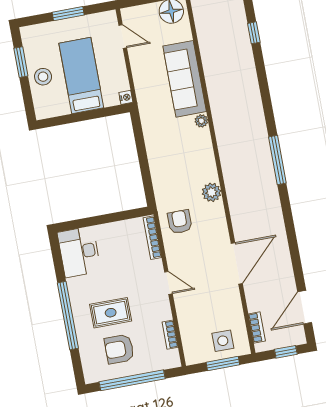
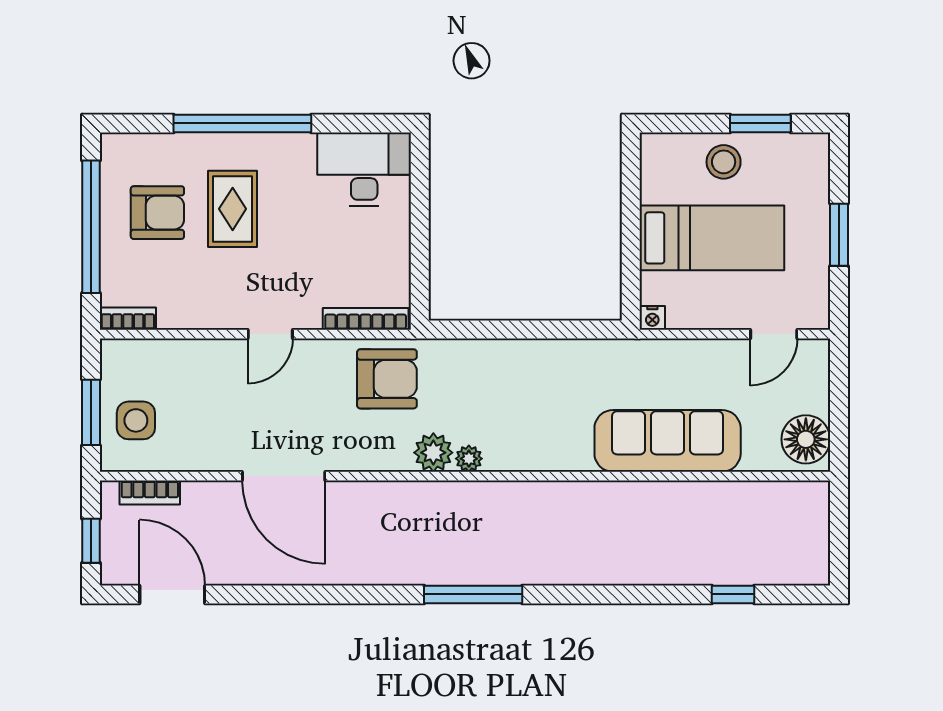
plant: (201, 121) -> (469, 459), moved
armchair: (180, 222) -> (387, 379), width x1.38, depth x1.38
bookcase: (170, 335) -> (128, 319), moved
armchair: (119, 349) -> (157, 213), turned 90

